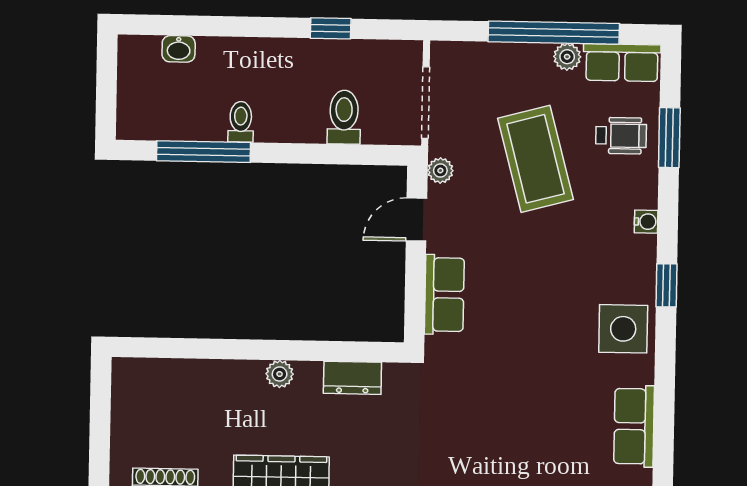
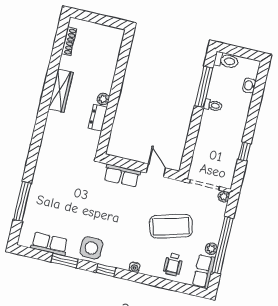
toilet: (344, 117) -> (226, 61), moved
window: (669, 138) -> (65, 261), moved
plant: (440, 170) -> (224, 196), moved
dresser: (352, 378) -> (98, 118), moved

